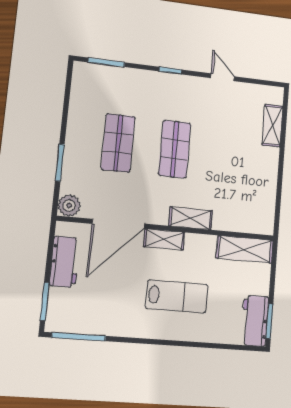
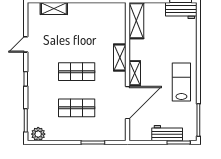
plant: (69, 206) -> (38, 134), moved
door: (118, 224) -> (128, 103), hinge flipped
workbench: (65, 262) -> (167, 133), moved
lab bench: (177, 296) -> (181, 82), moved

